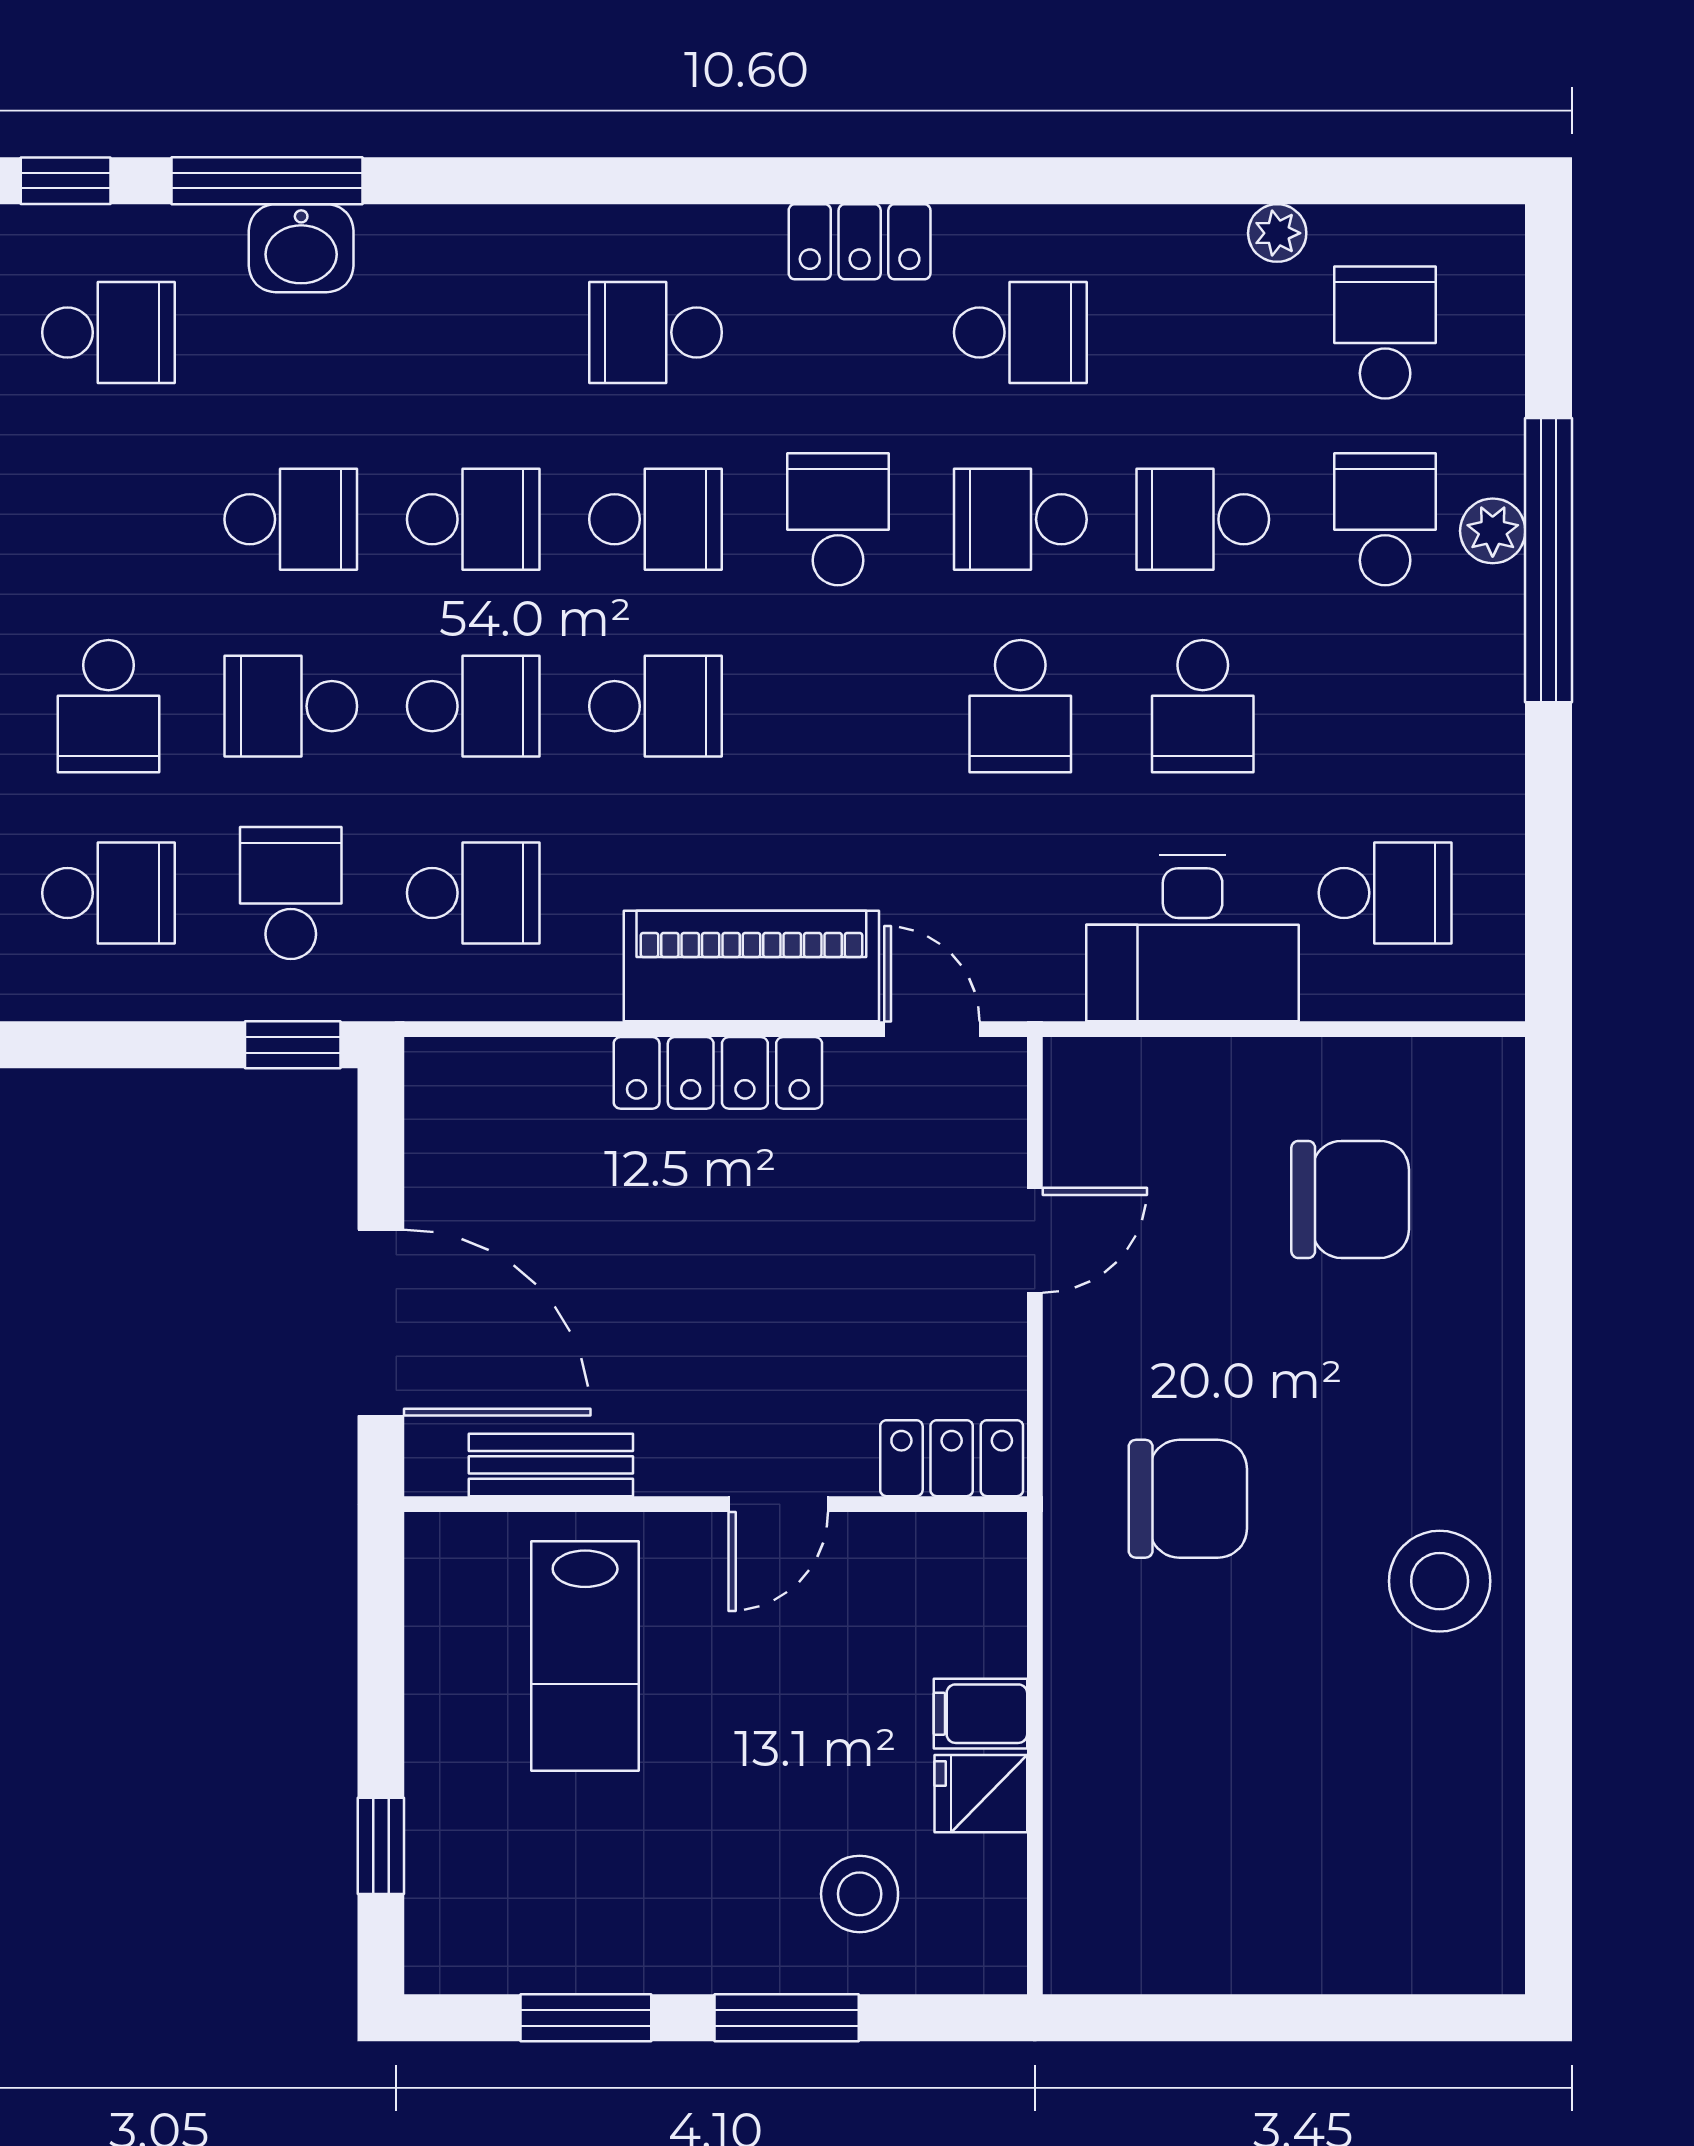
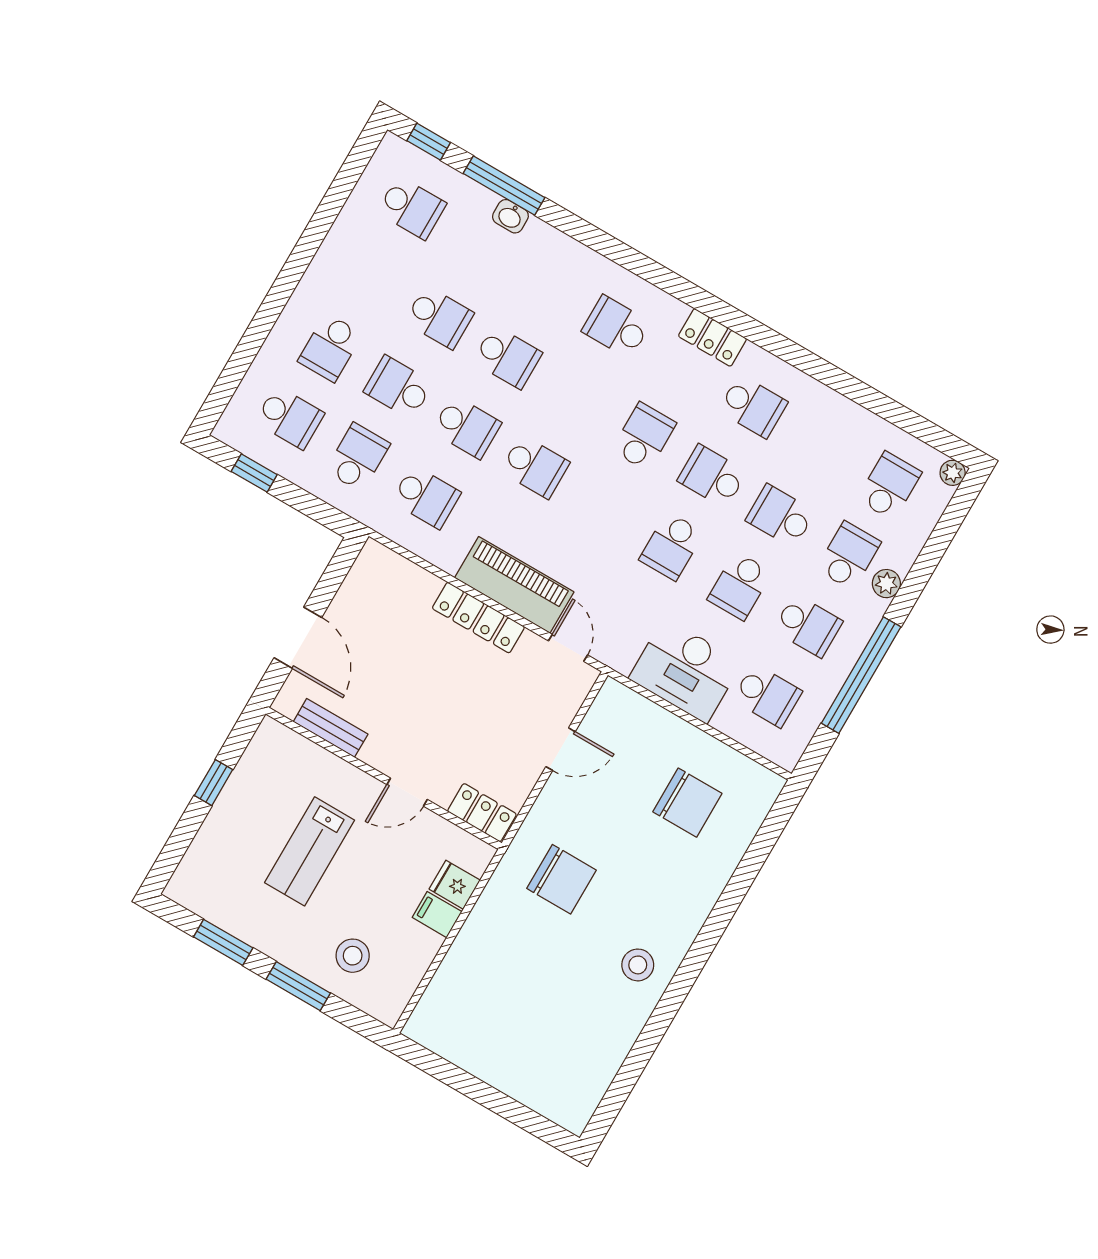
plant: (1277, 233) -> (953, 473), moved
washbasin: (301, 248) -> (510, 216), width x0.72, depth x0.69
school desk: (656, 519) -> (808, 626), moved
window: (1549, 560) -> (861, 675), moved
window: (293, 1045) -> (254, 473), moved
door: (381, 1323) -> (298, 638), width x0.73
stool: (1440, 1581) -> (638, 965), width x0.73, depth x0.73
lab bench: (585, 1656) -> (310, 851), moved
fridge: (981, 1794) -> (455, 885), moved
window: (381, 1846) -> (214, 783), moved

